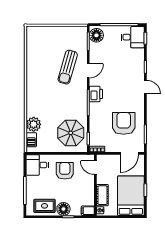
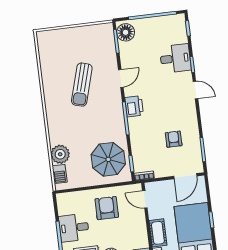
desk: (133, 37) -> (175, 58), moved
sun lounger: (68, 67) -> (82, 85), moved
armchair: (124, 123) -> (174, 139), width x0.53, depth x0.53
desk: (37, 165) -> (74, 228), moved

